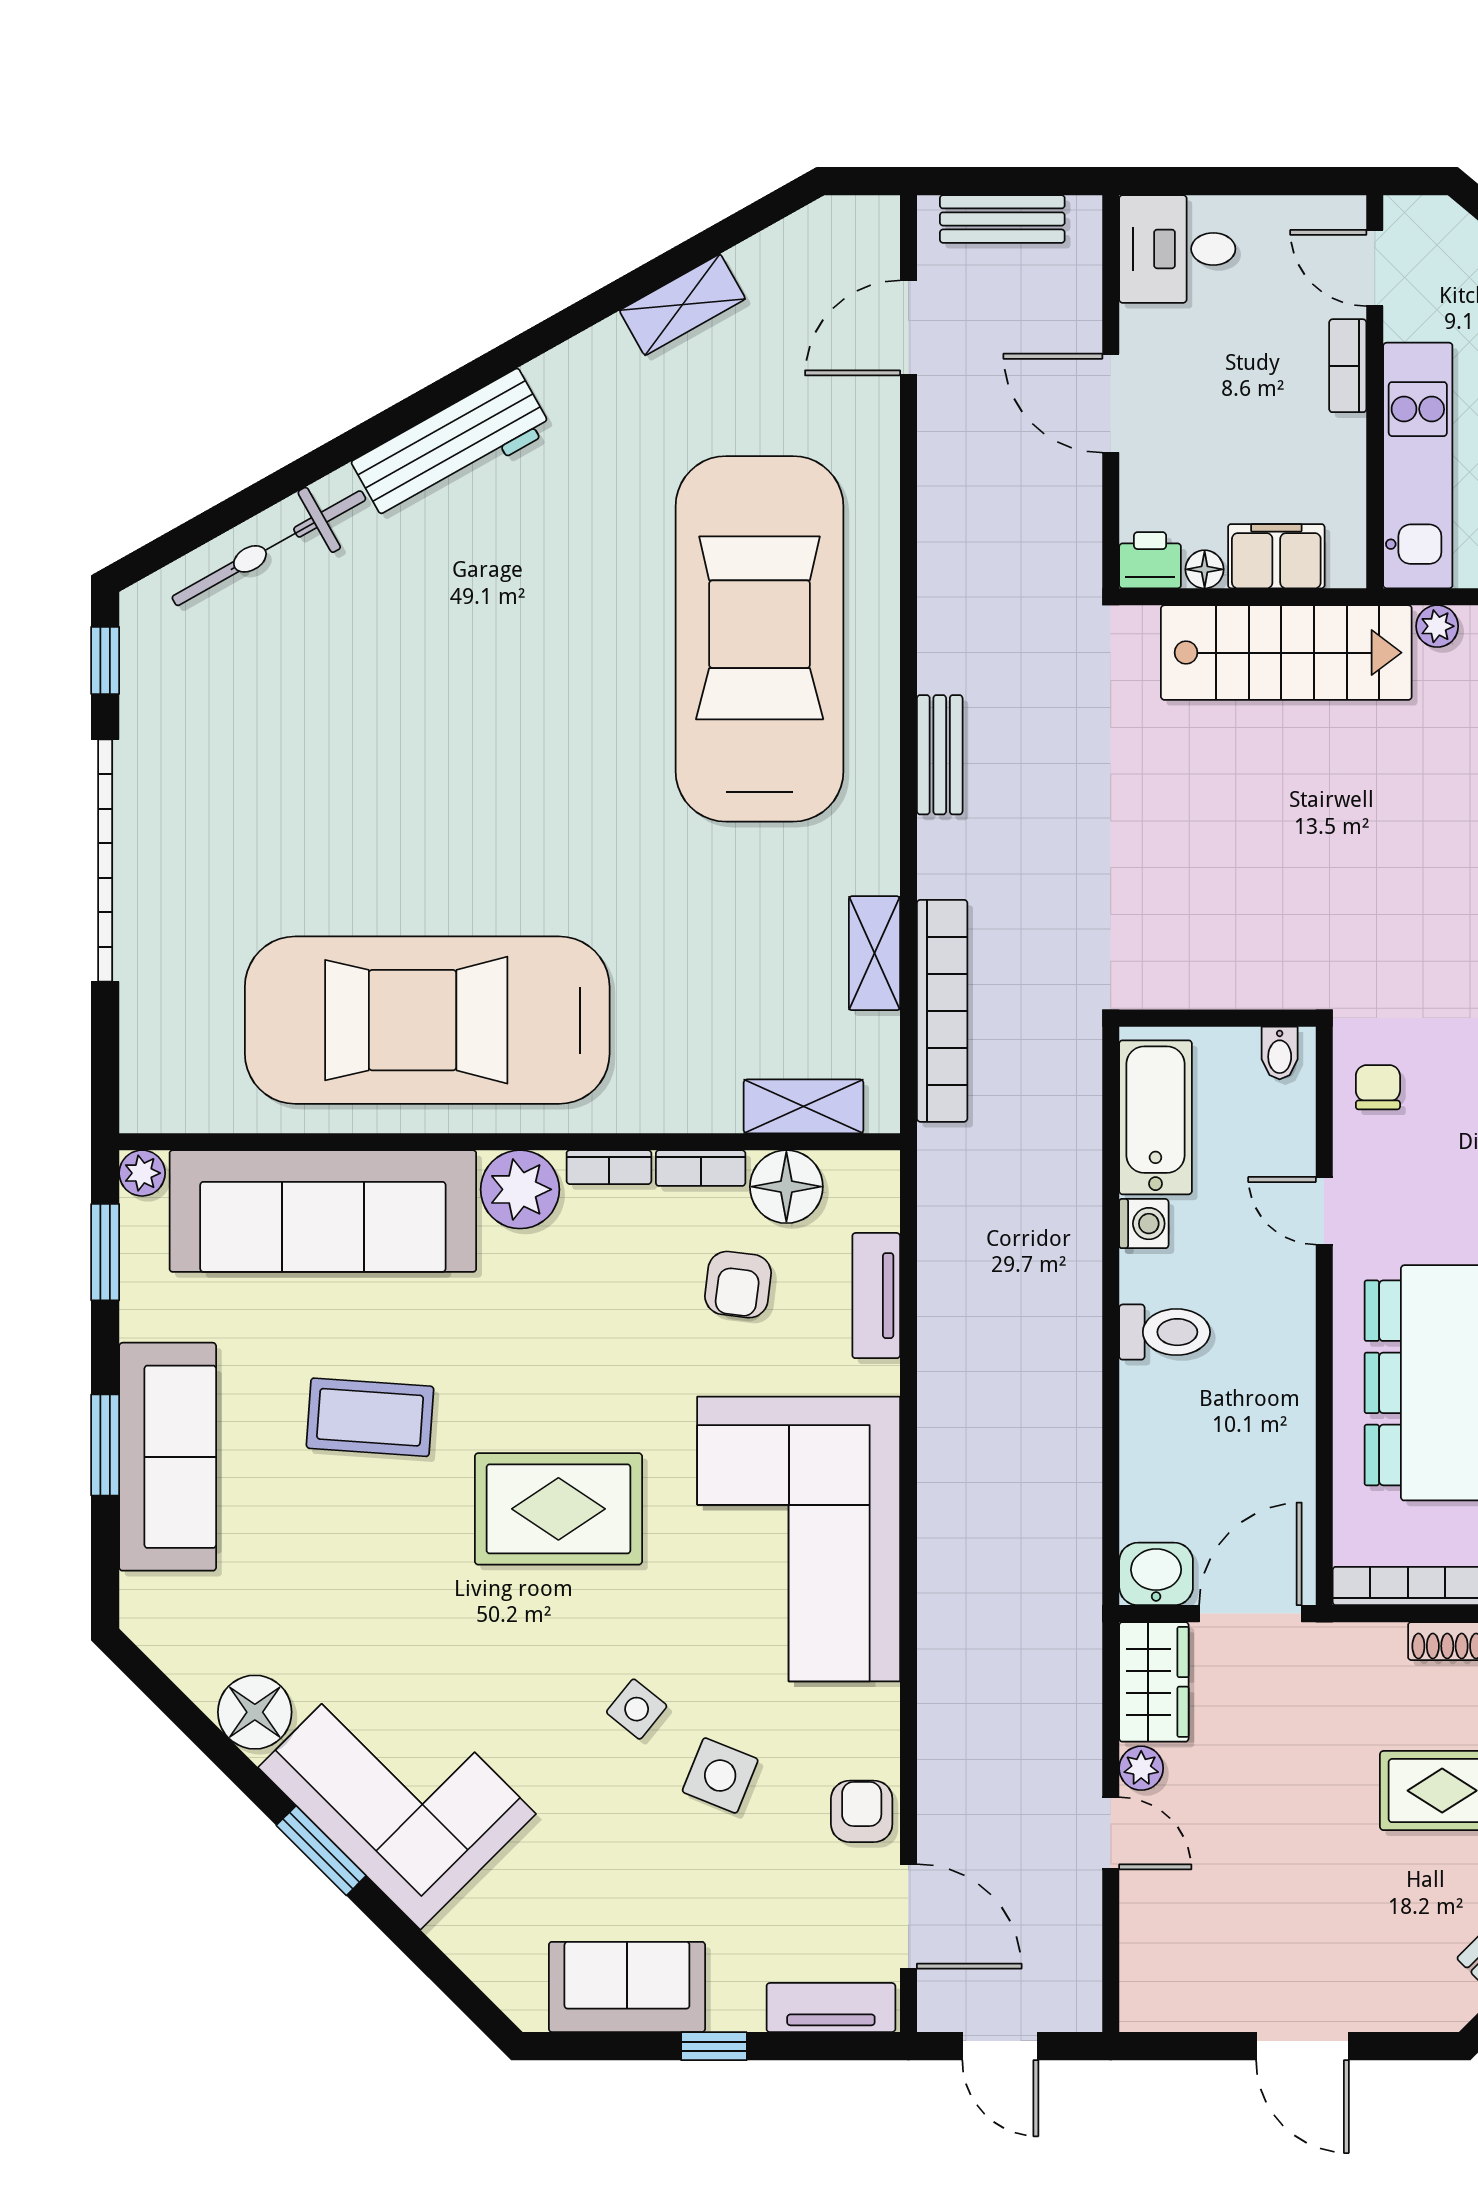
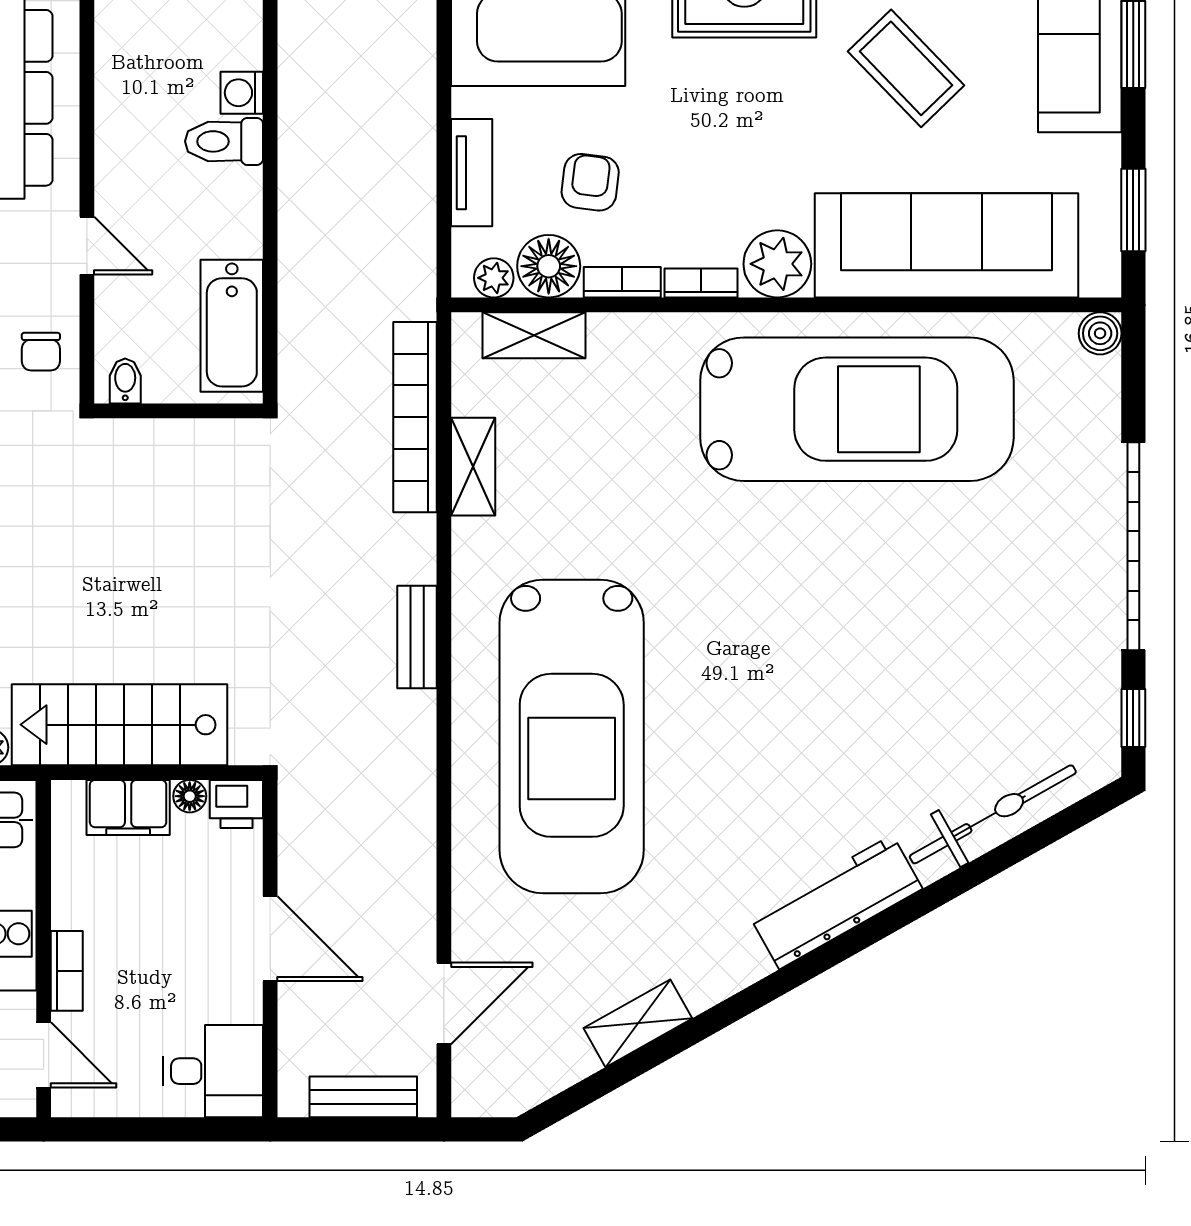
boiler: (144, 1109) -> (1100, 333), added
plant: (142, 1173) -> (494, 278), moved
washing machine: (1144, 1224) -> (242, 93), moved
coffee table: (370, 1417) -> (906, 68), turned 42

